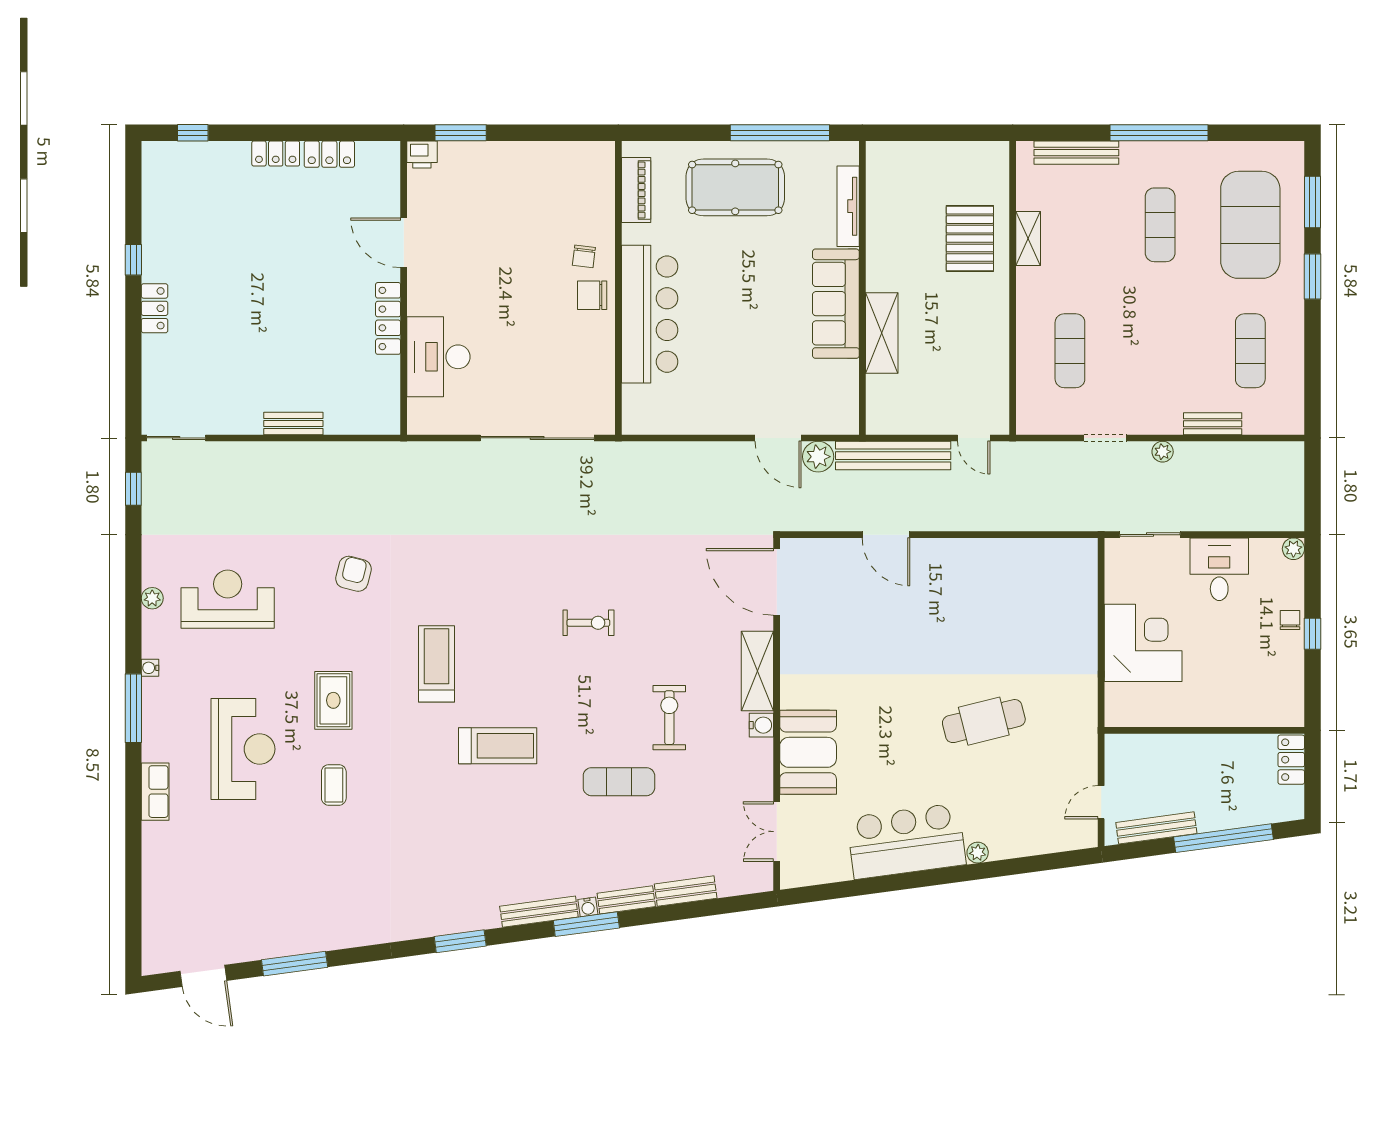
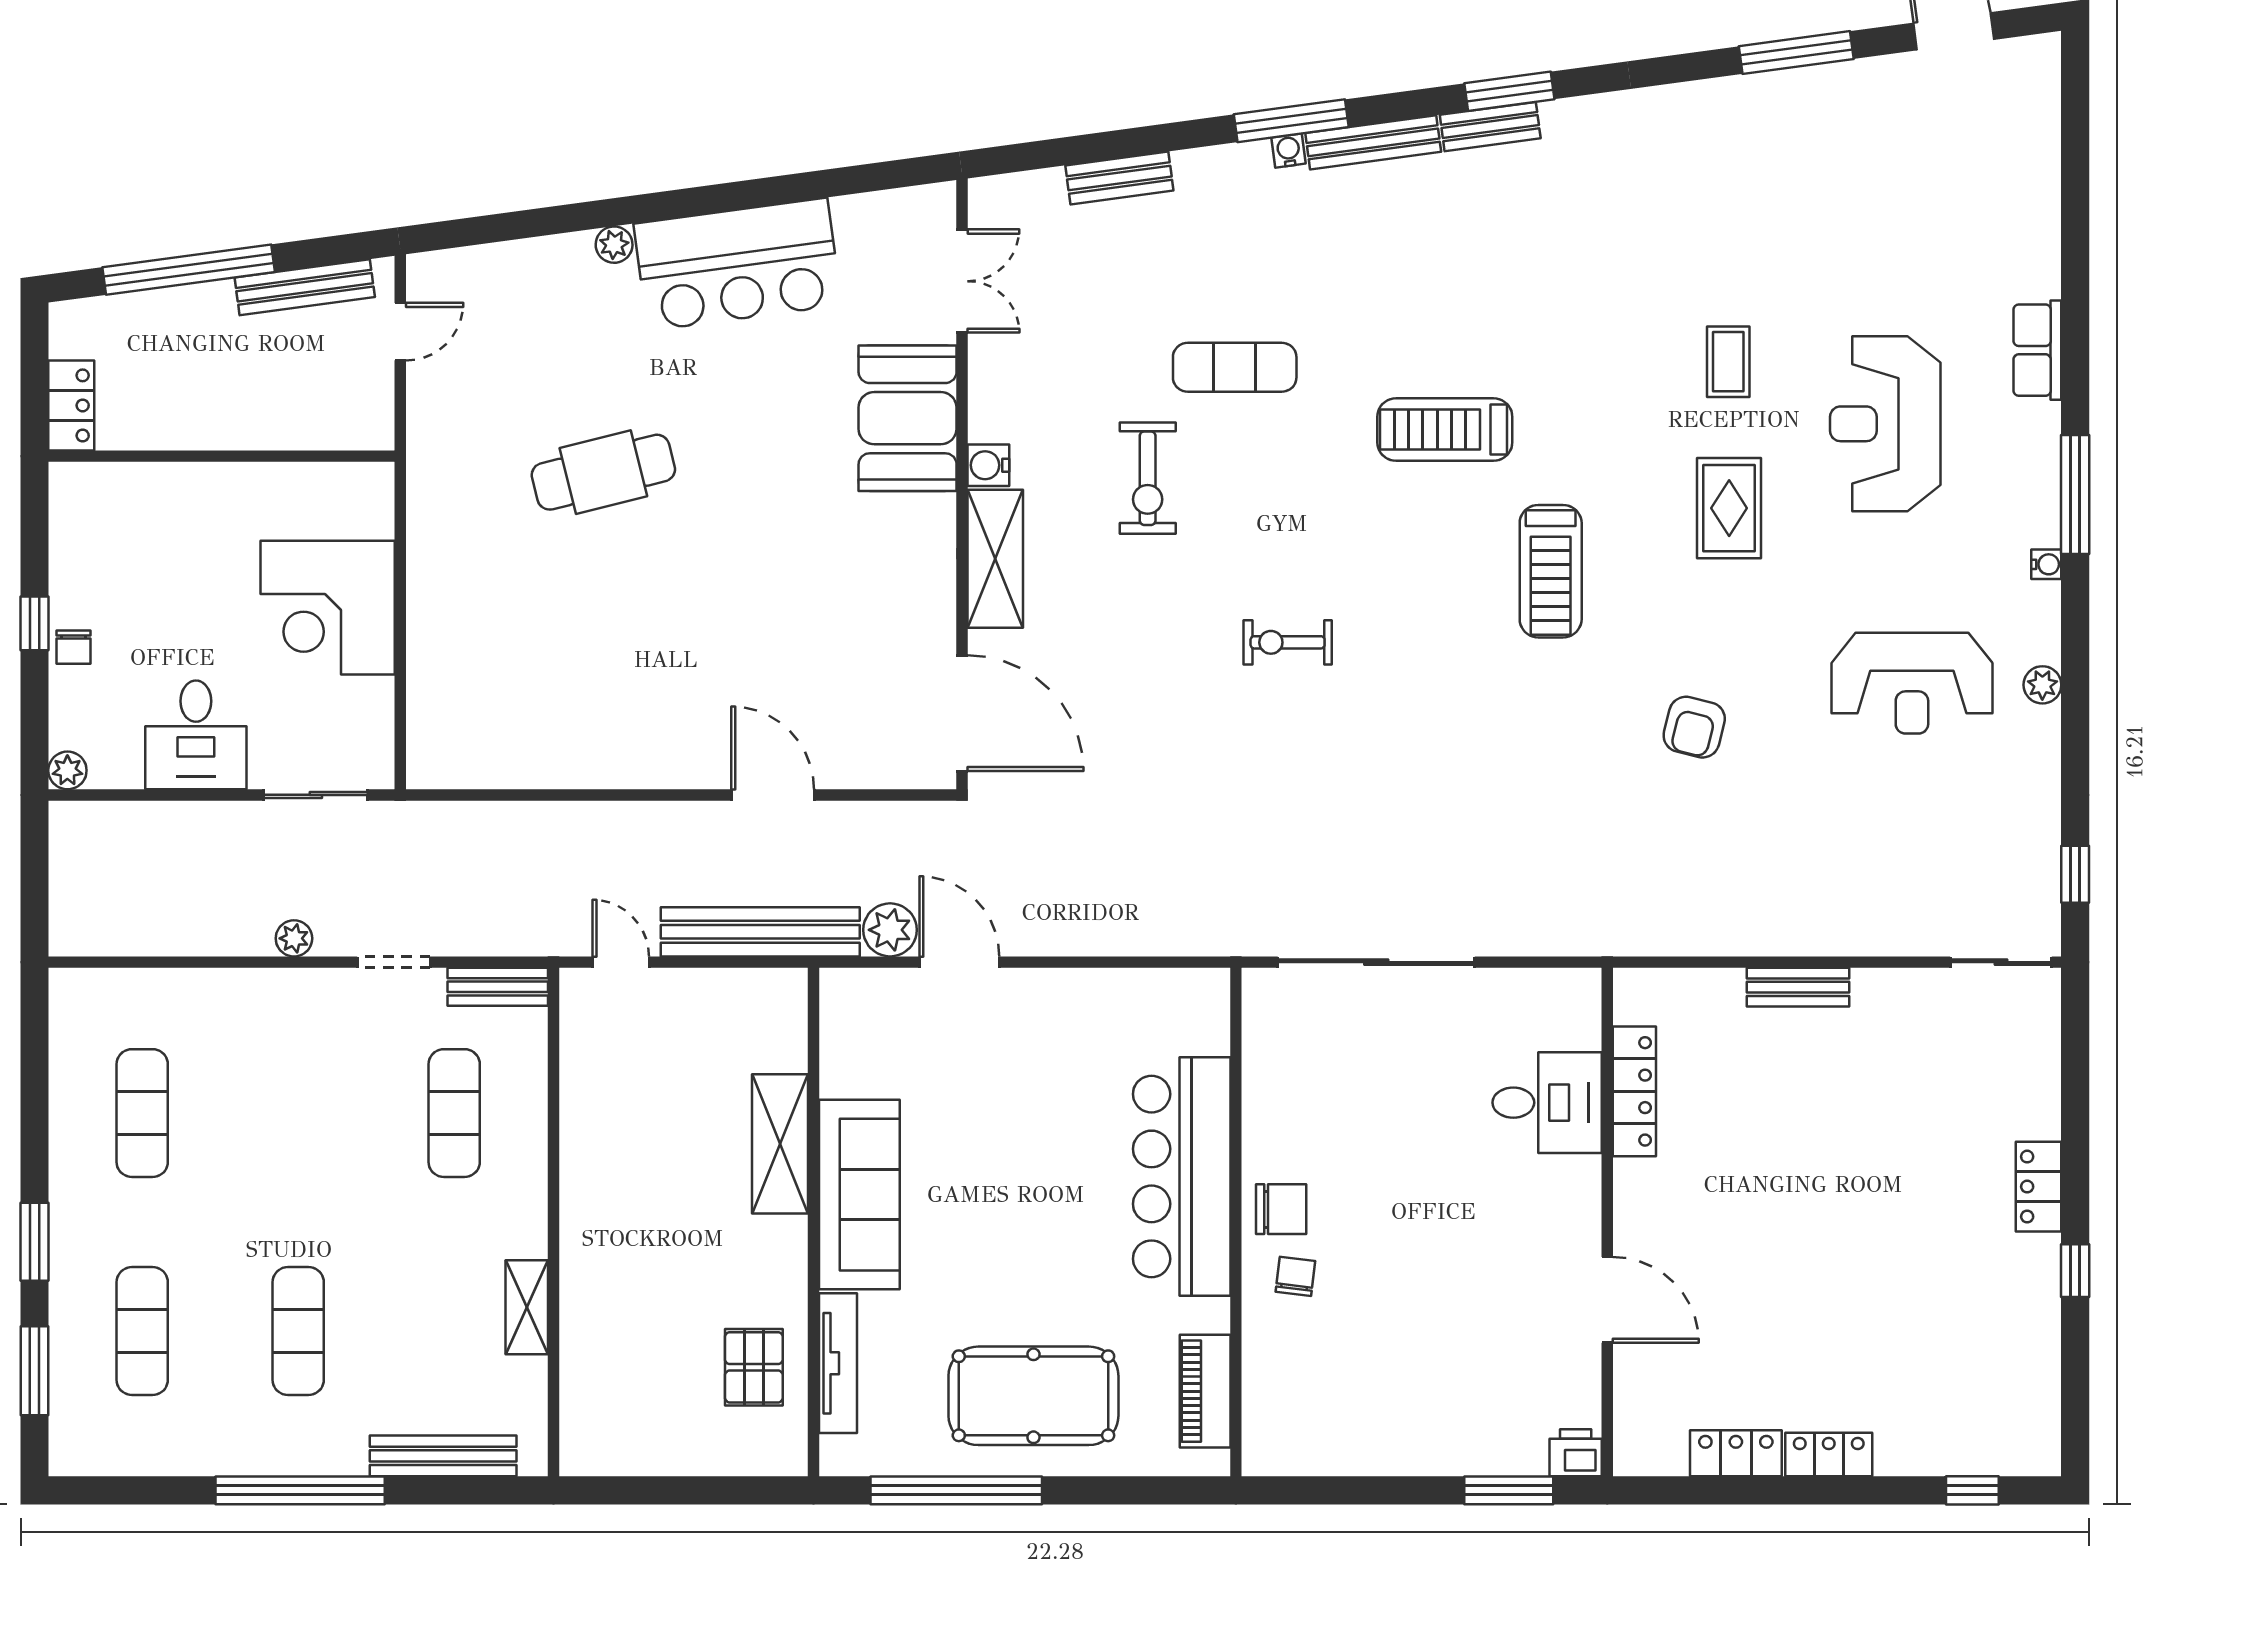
exercise mat: (1250, 225) -> (142, 1331), width x0.50, depth x0.69
pallet: (970, 239) -> (754, 1367), moved, width x0.67, depth x0.71
locker: (388, 318) -> (1634, 1091), moved
desk: (438, 357) -> (1547, 1103), width x0.73
bench: (1213, 424) -> (498, 987), moved
bench: (626, 900) -> (1490, 127), moved

